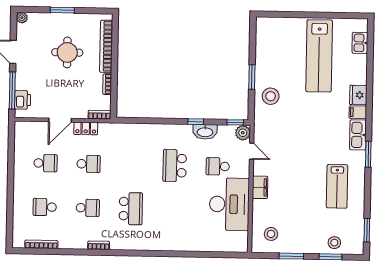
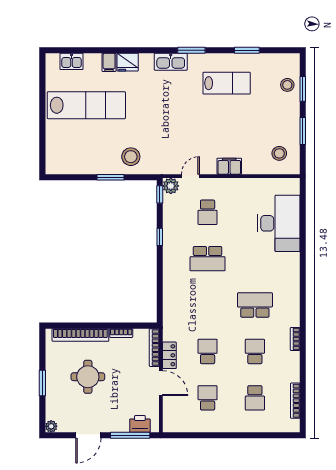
filing cabinet: (358, 112) -> (109, 62), moved
bookcase: (99, 115) -> (154, 348), width x1.56
washbasin: (205, 132) -> (171, 227), removed
desk: (229, 204) -> (279, 223), moved, turned 90
window: (367, 230) -> (247, 50), moved

